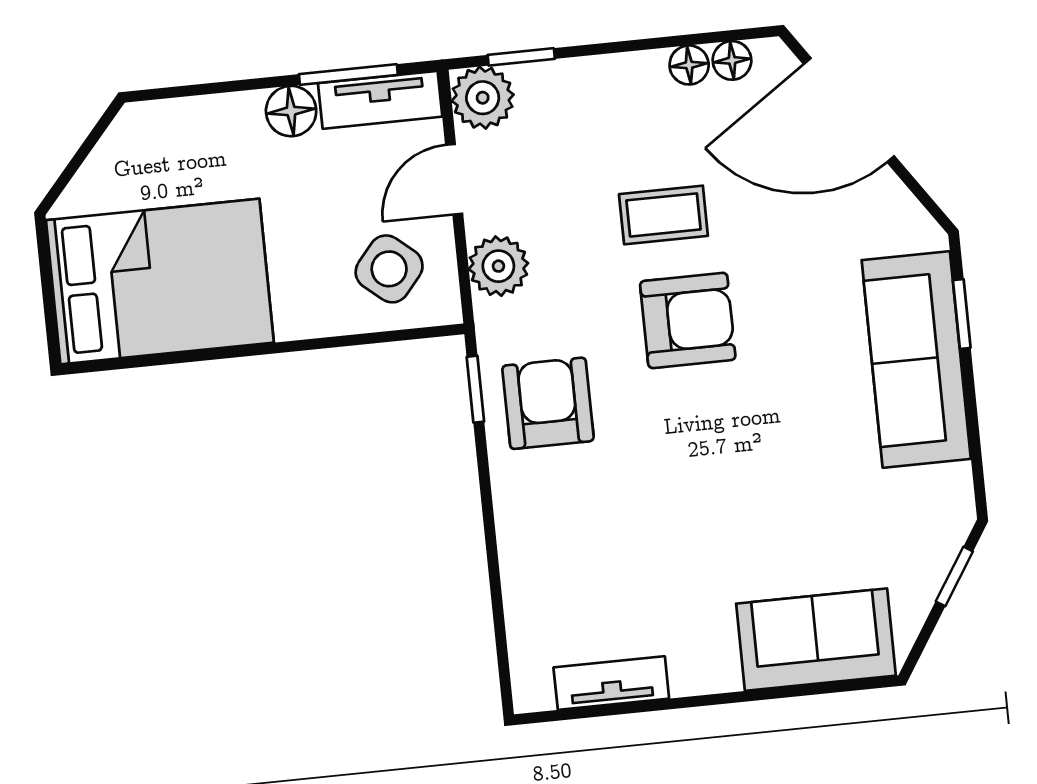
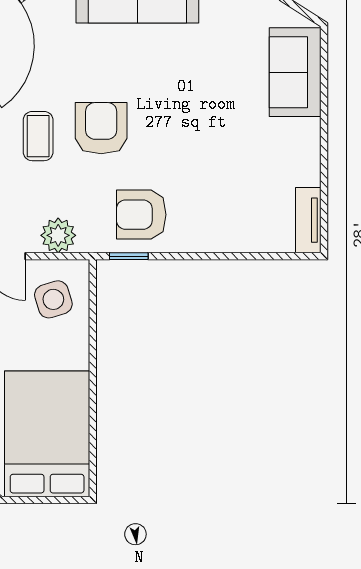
side table: (389, 269) -> (53, 299), turned 33
tv unit: (611, 683) -> (308, 220), moved

